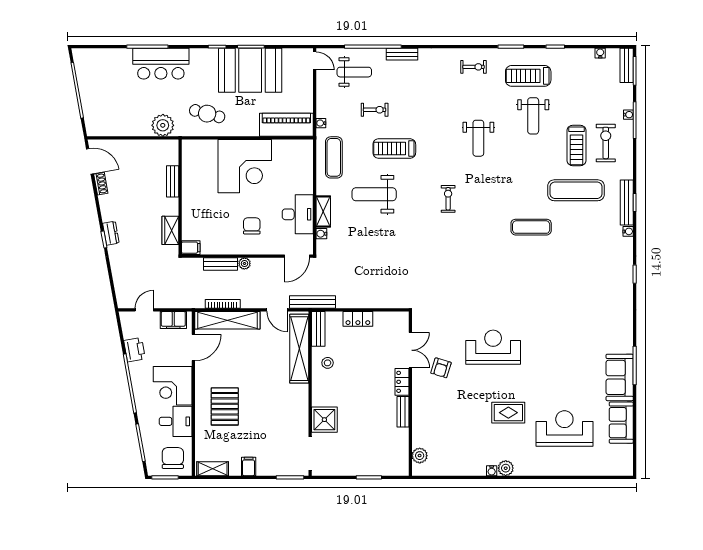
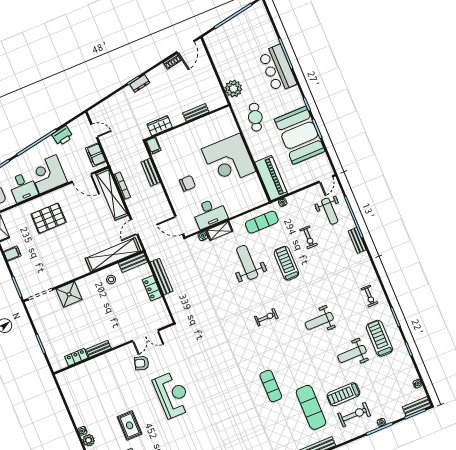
plant: (244, 263) -> (158, 189), removed
bench: (312, 302) -> (162, 277), moved
locker: (402, 382) -> (76, 357), moved
plant: (420, 456) -> (72, 374), removed

